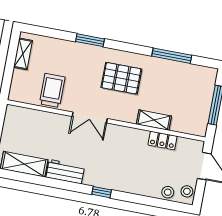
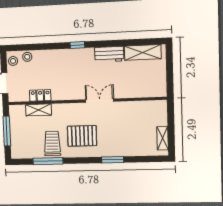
trolley: (52, 91) -> (52, 143), moved, turned 180
shelving: (154, 120) -> (39, 110), moved

